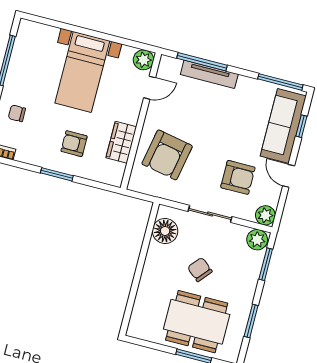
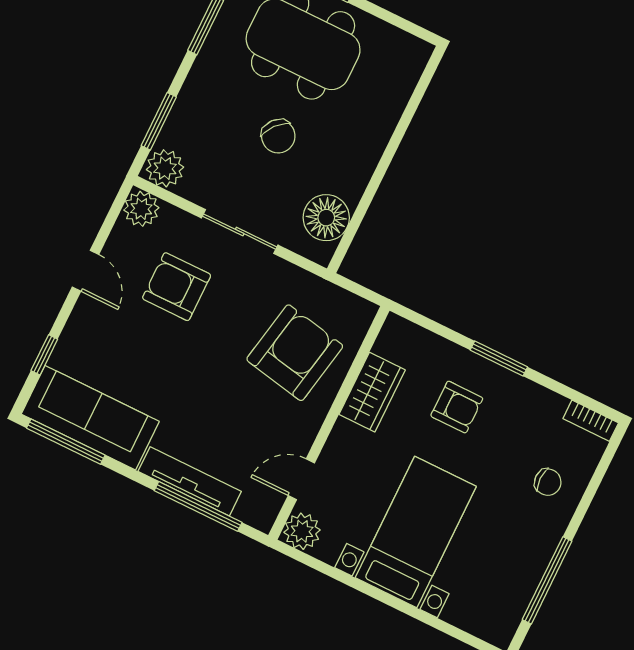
sofa: (283, 126) -> (90, 418), moved, turned -90

